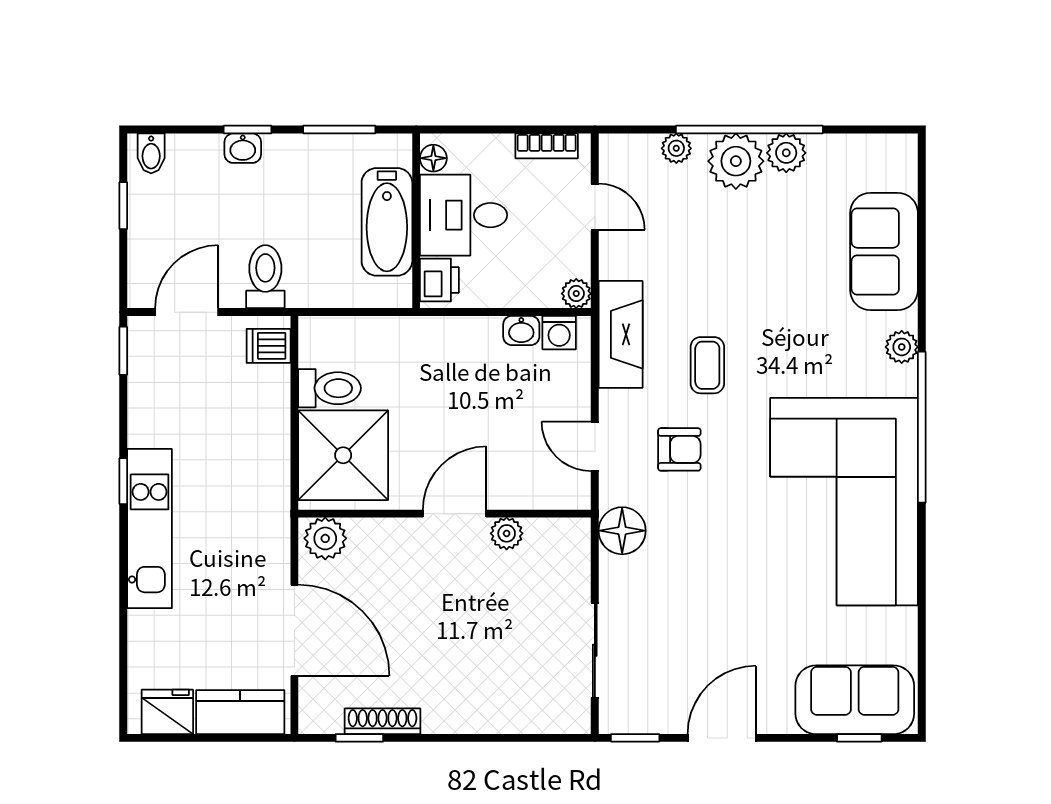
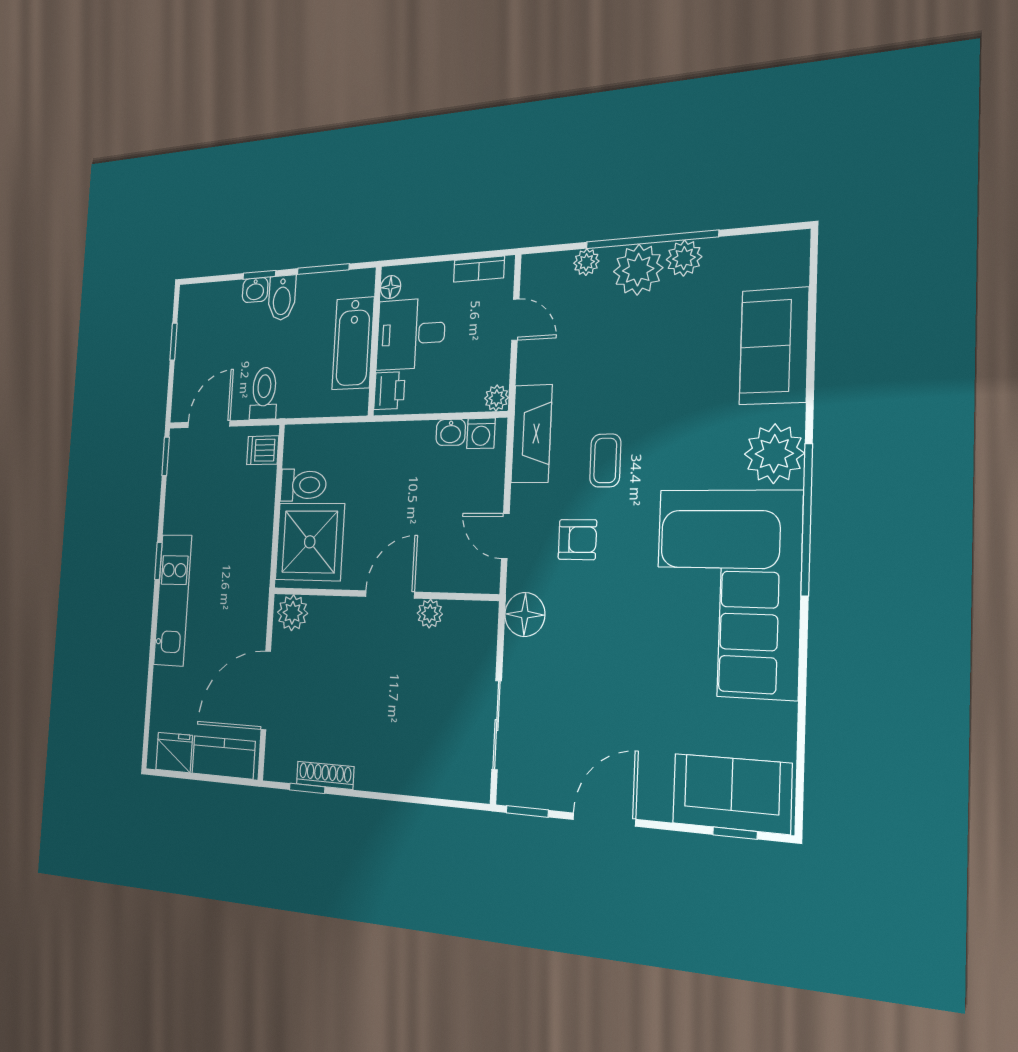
bidet: (151, 153) -> (282, 298), moved, width x1.38, depth x1.36
plant: (902, 347) -> (774, 454), width x1.88, depth x1.88
door: (294, 630) -> (266, 690), swing flipped

